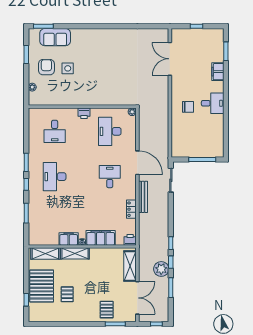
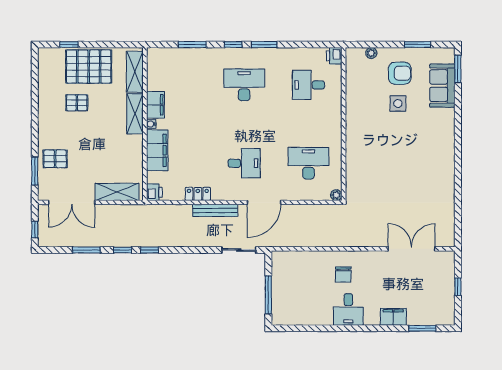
printer: (84, 113) -> (334, 56), moved
plant: (161, 269) -> (113, 236), removed

